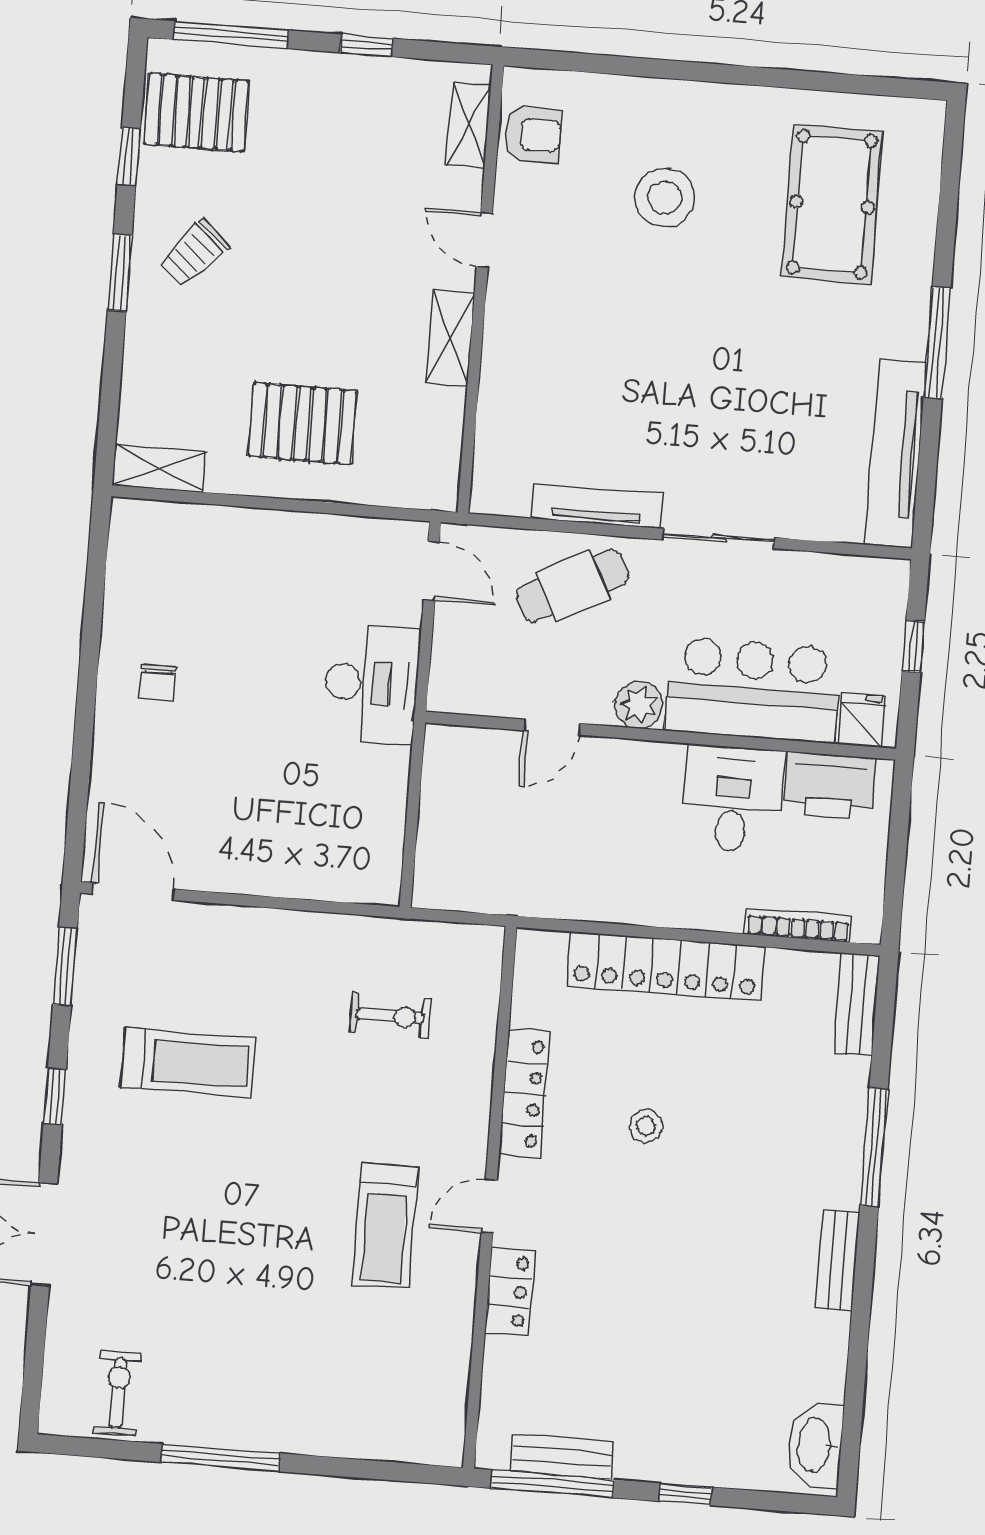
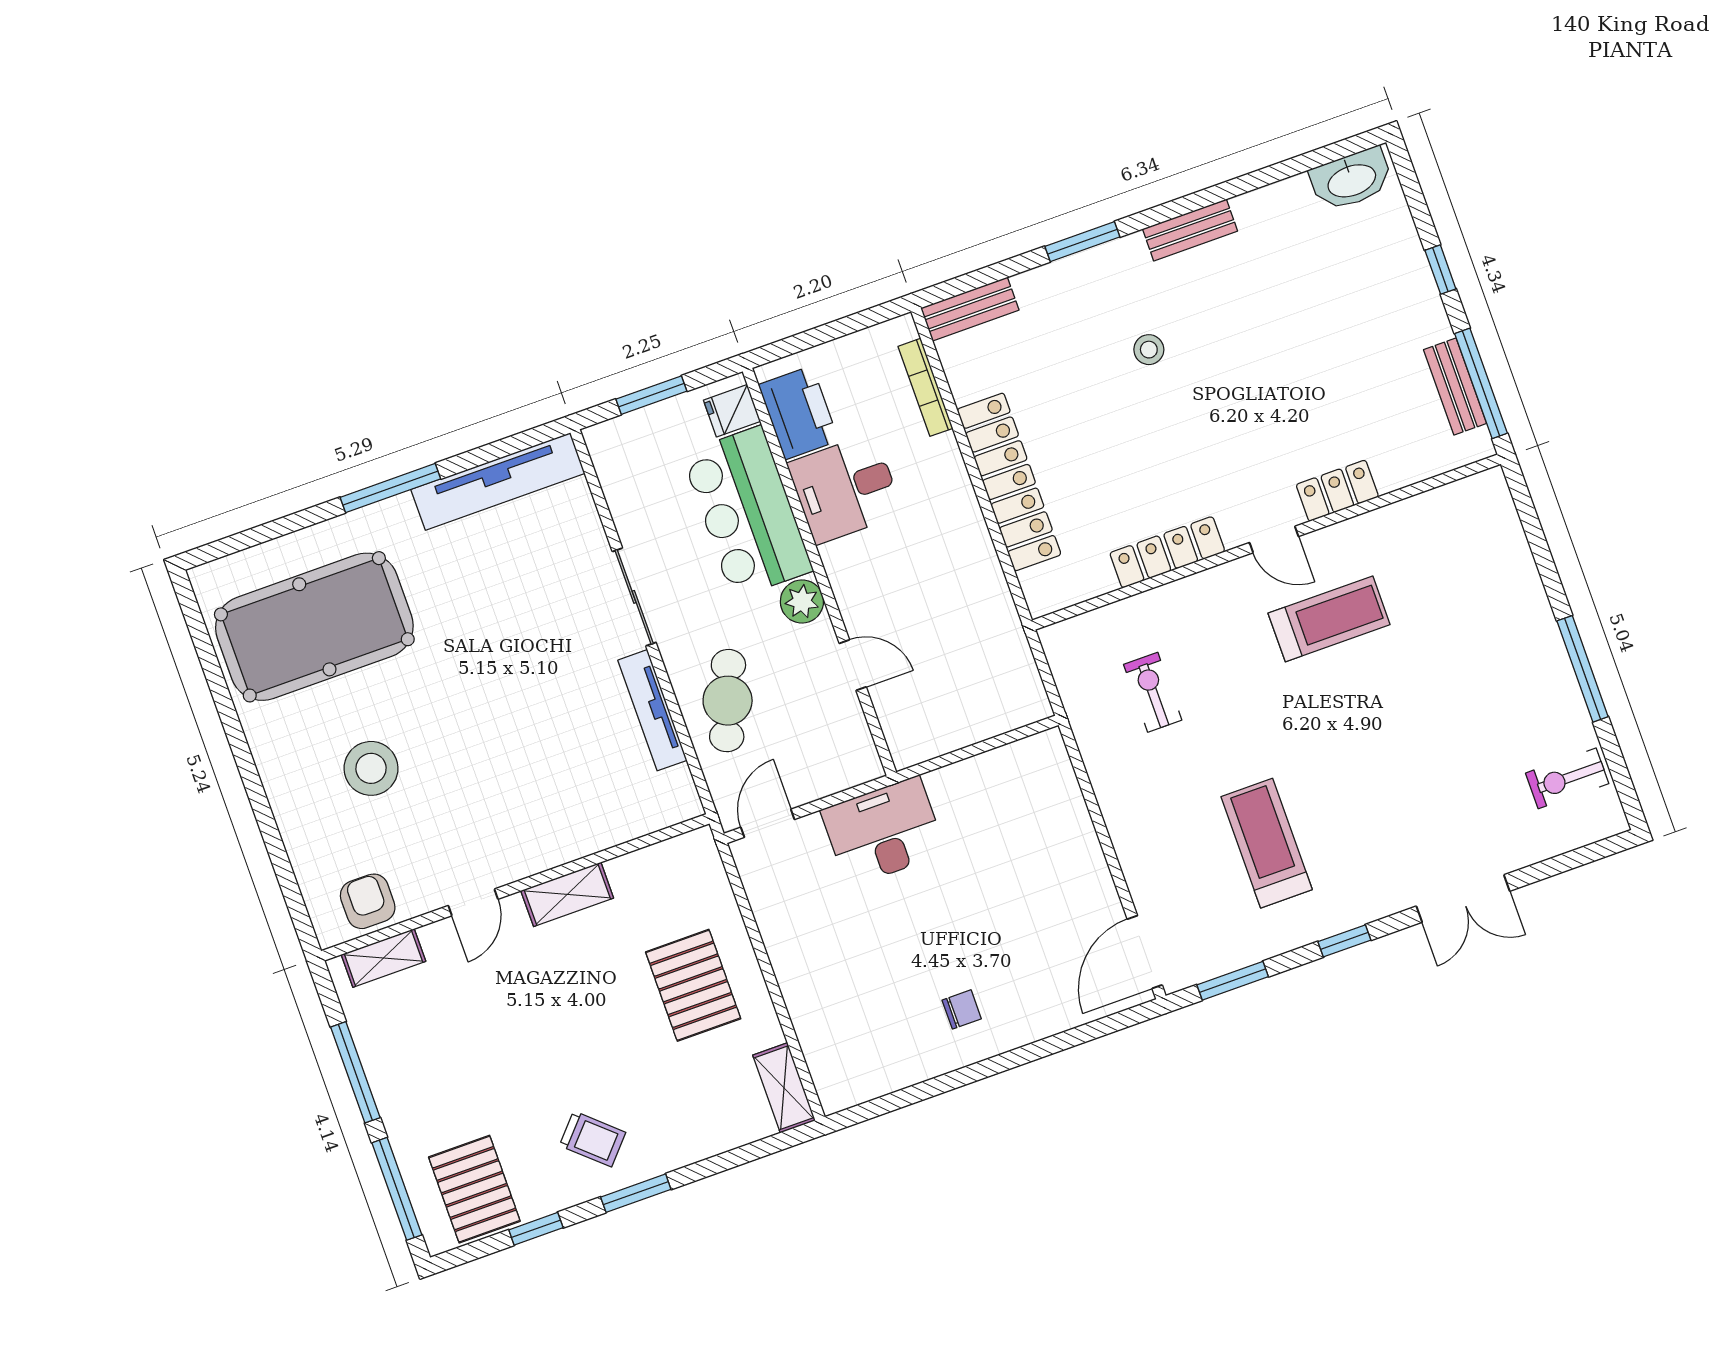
window: (367, 46) -> (355, 1072), width x2.17
pool table: (832, 204) -> (314, 627), width x1.36, depth x1.32
cafe table: (573, 586) -> (728, 701), turned 48
window: (913, 646) -> (651, 395), width x1.50
stool: (646, 1126) -> (1149, 350), moved
window: (874, 1148) -> (1082, 242), width x0.69

